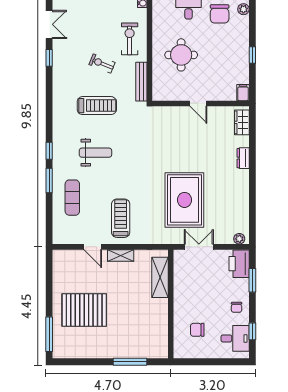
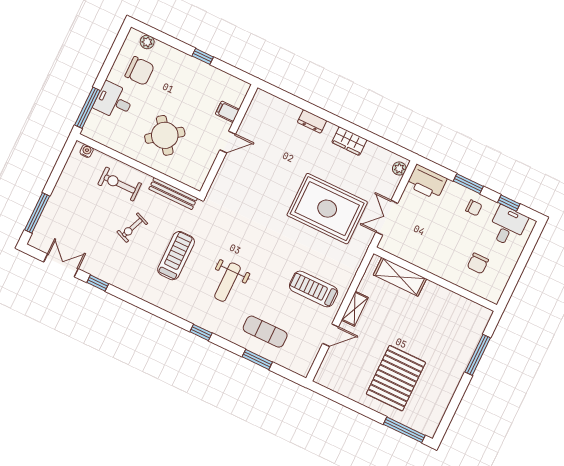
round table: (181, 55) -> (165, 135), turned -37
filing cabinet: (243, 93) -> (227, 112), moved
wardrobe: (242, 122) -> (349, 141), moved
weight bench: (95, 153) -> (228, 282), turned 180
window: (49, 180) -> (257, 359), moved
window: (252, 280) -> (468, 184), moved

